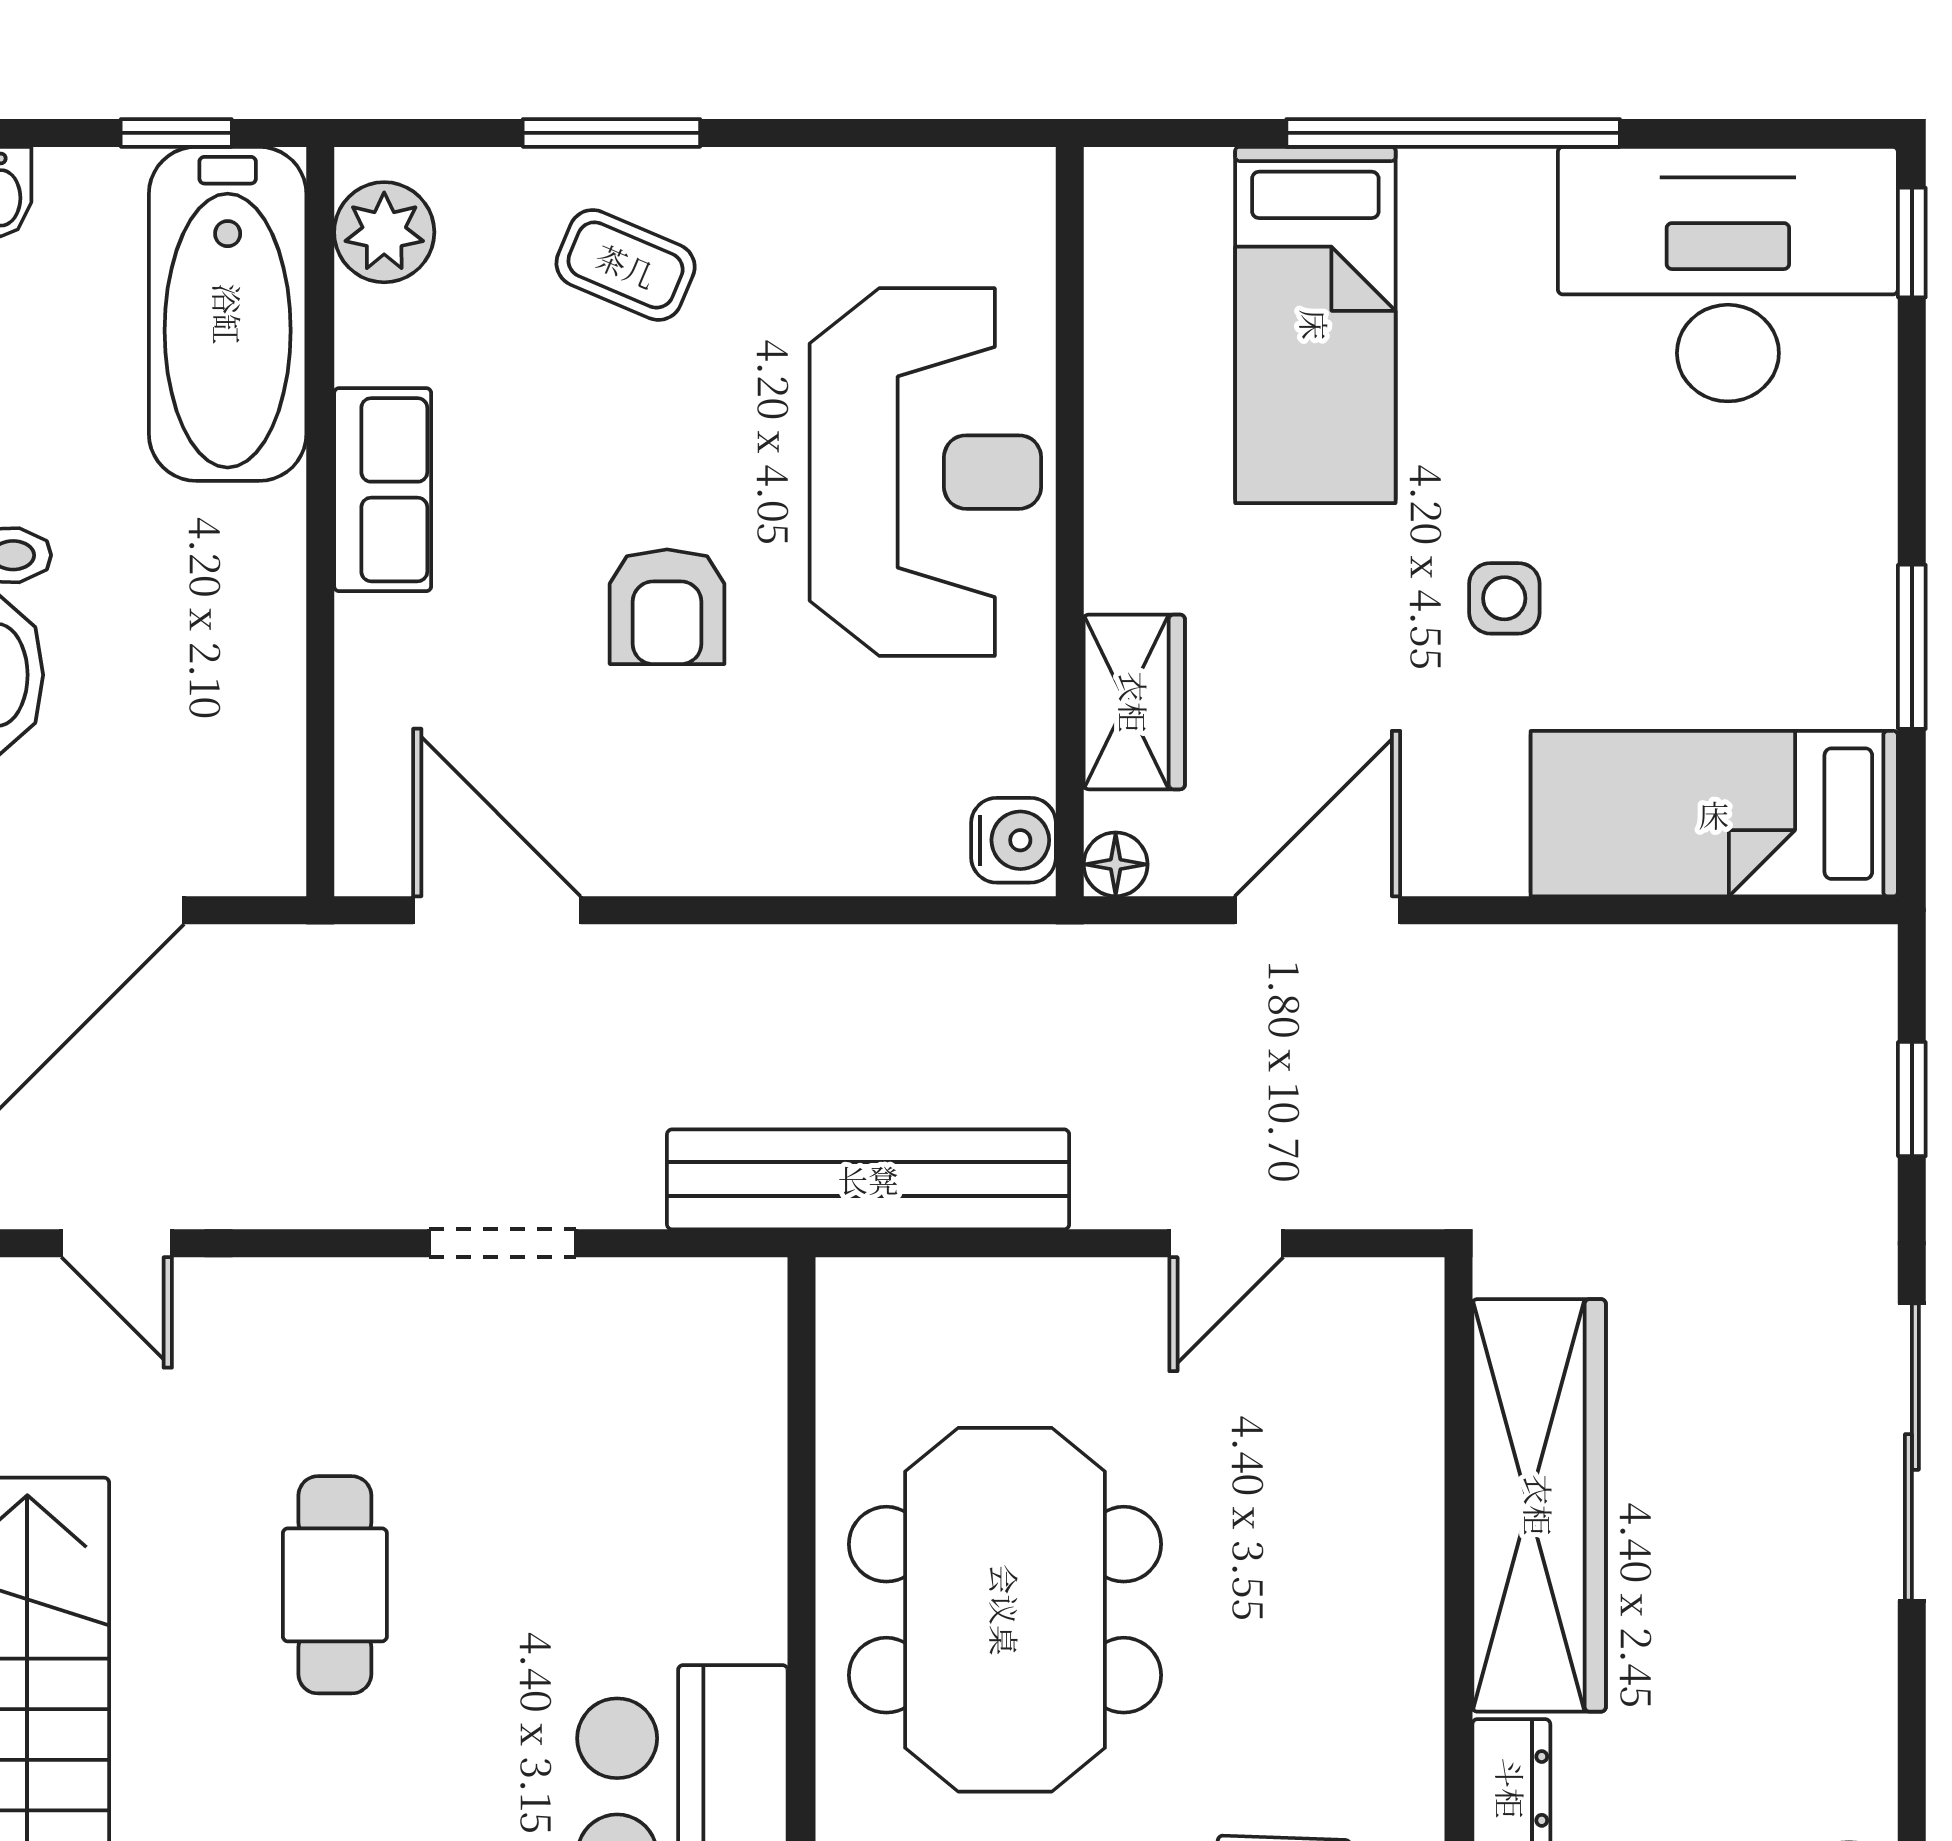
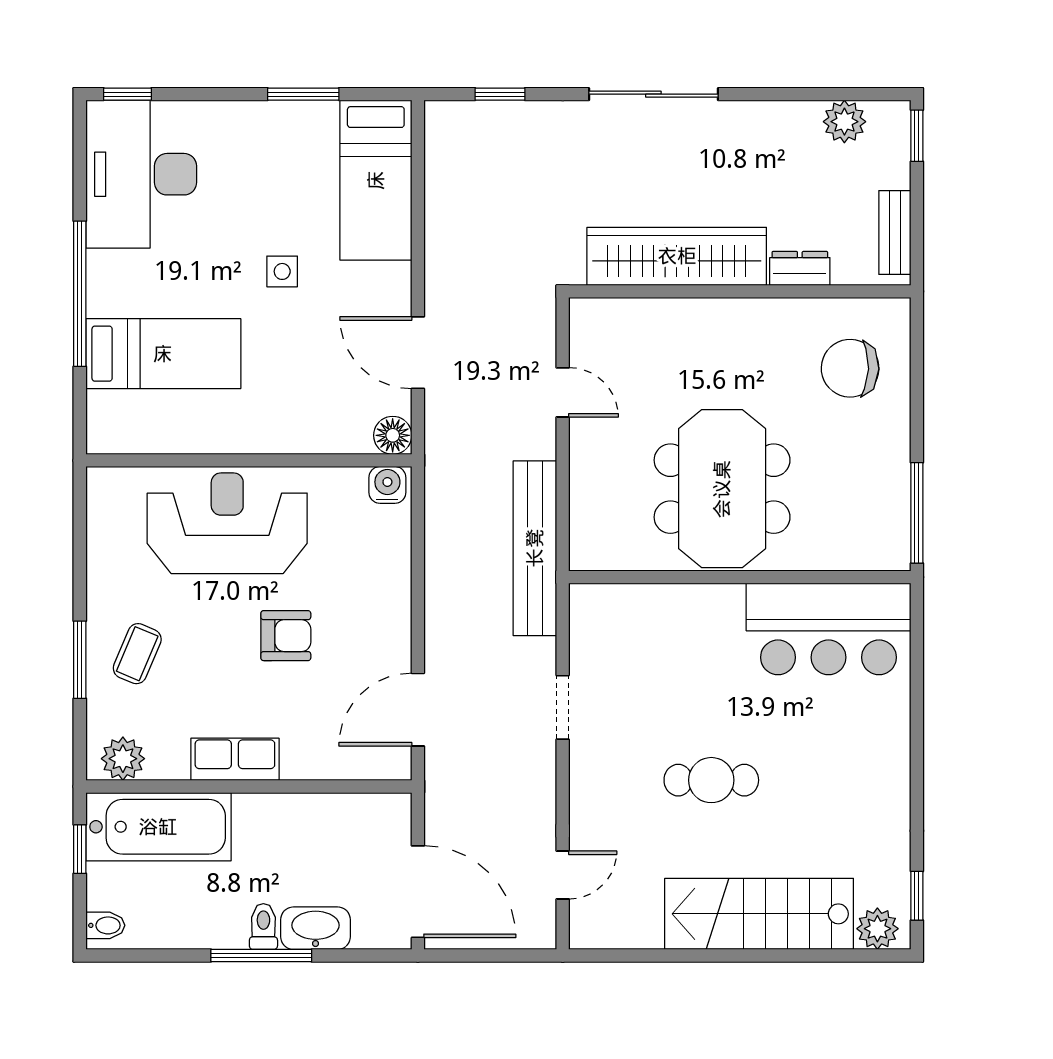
wardrobe: (1134, 702) -> (327, 432), removed
floor lamp: (1116, 864) -> (393, 435), width x1.37, depth x1.37
meeting table: (1005, 1610) -> (722, 489), turned 90

